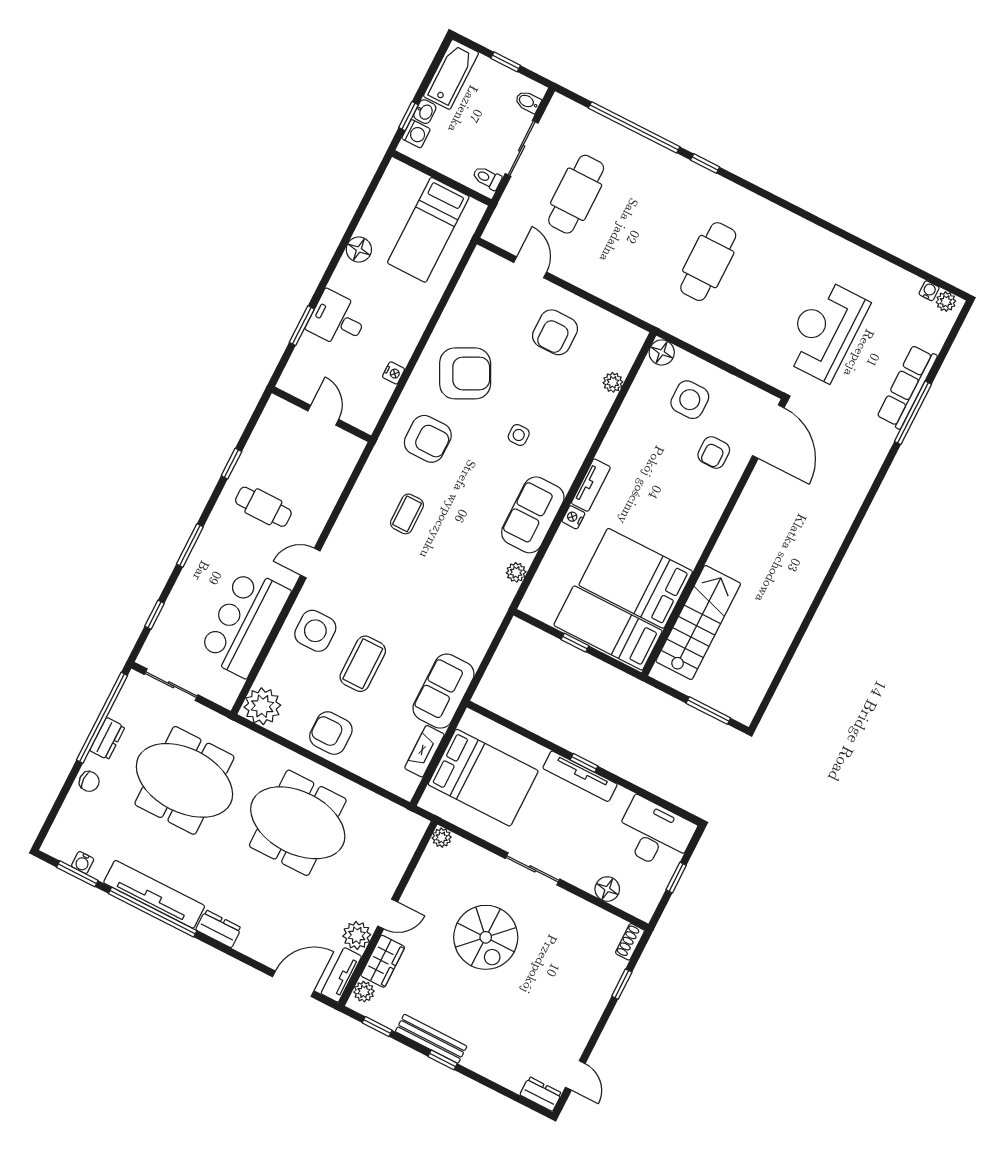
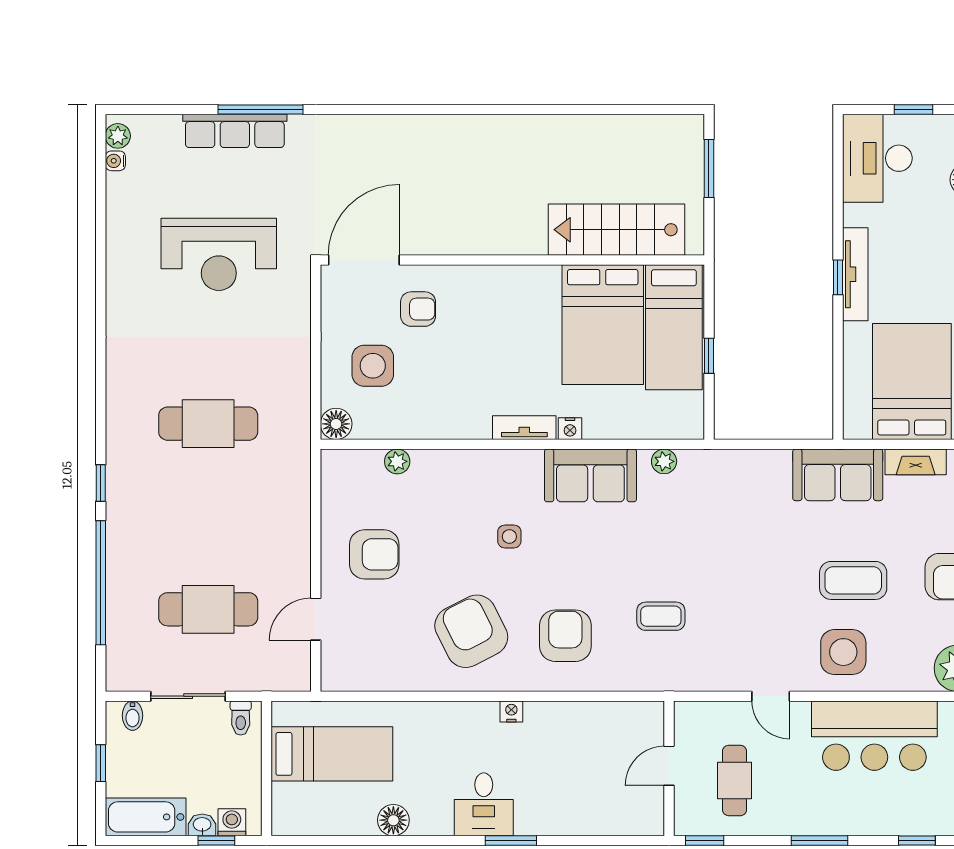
wall: (321, 414) -> (669, 768), moved
door: (323, 415) -> (669, 766), moved

